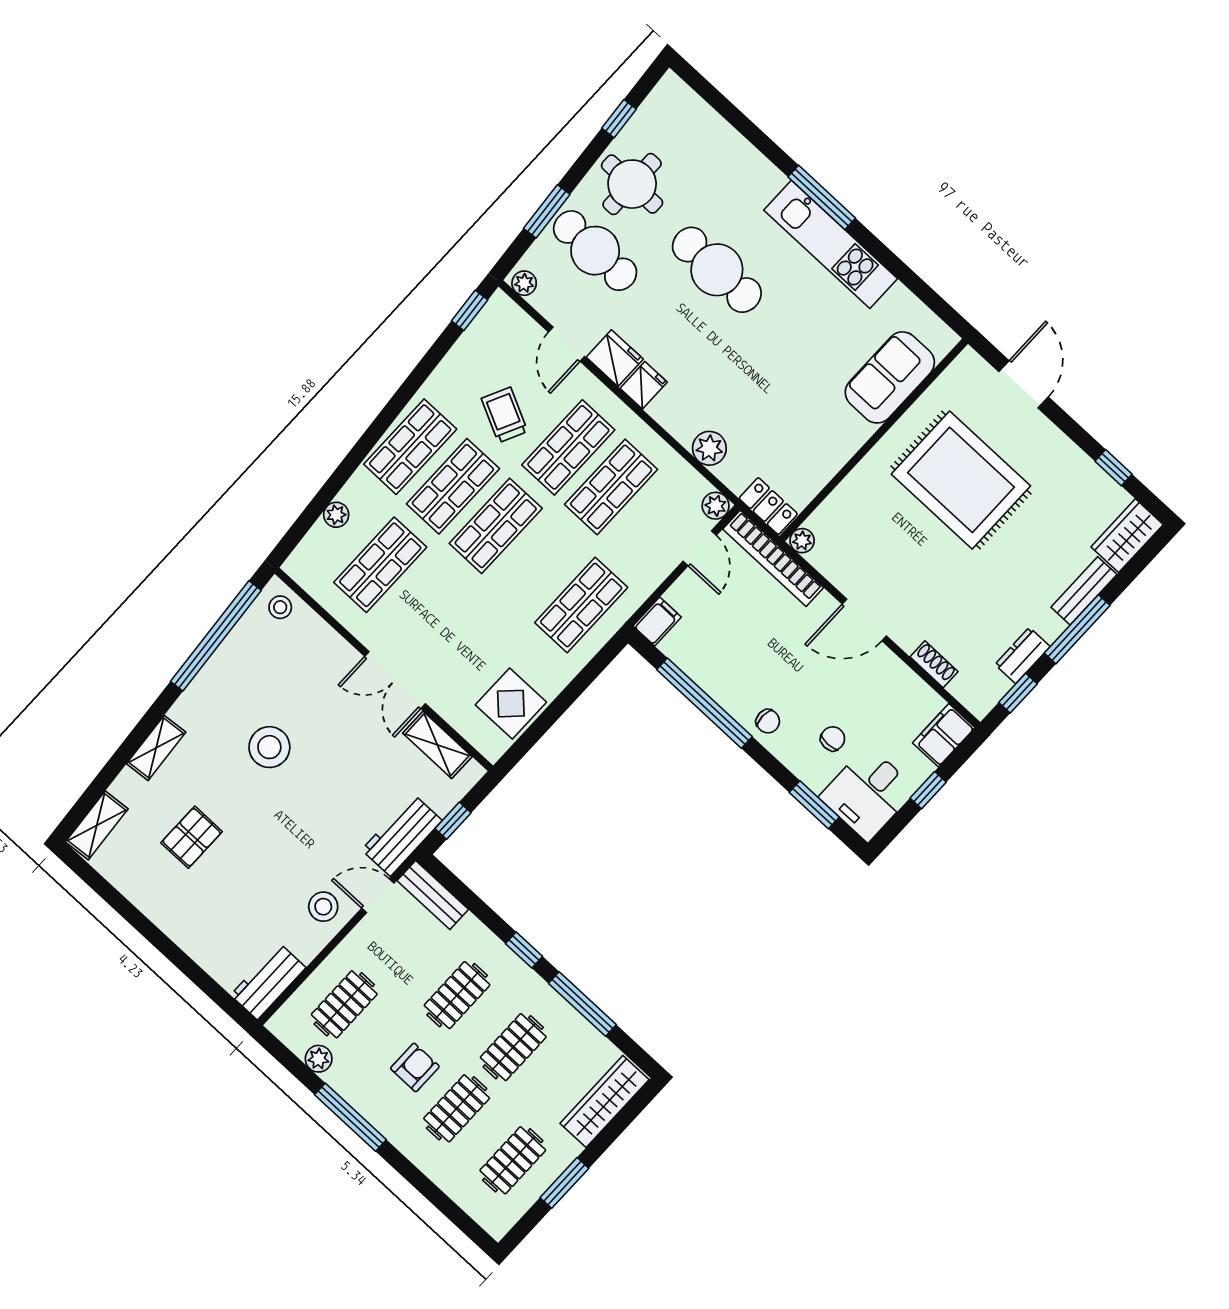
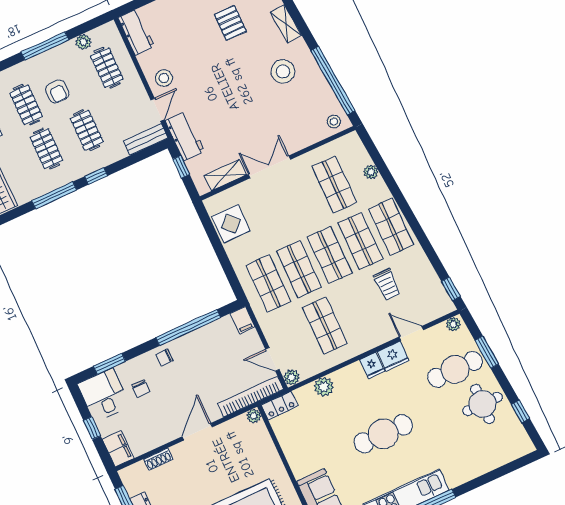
cafe table: (717, 270) -> (383, 434), moved
trolley: (504, 415) -> (387, 284), turned 64
shop shelf: (568, 447) -> (299, 269), moved
stool: (269, 747) -> (283, 71), moved

